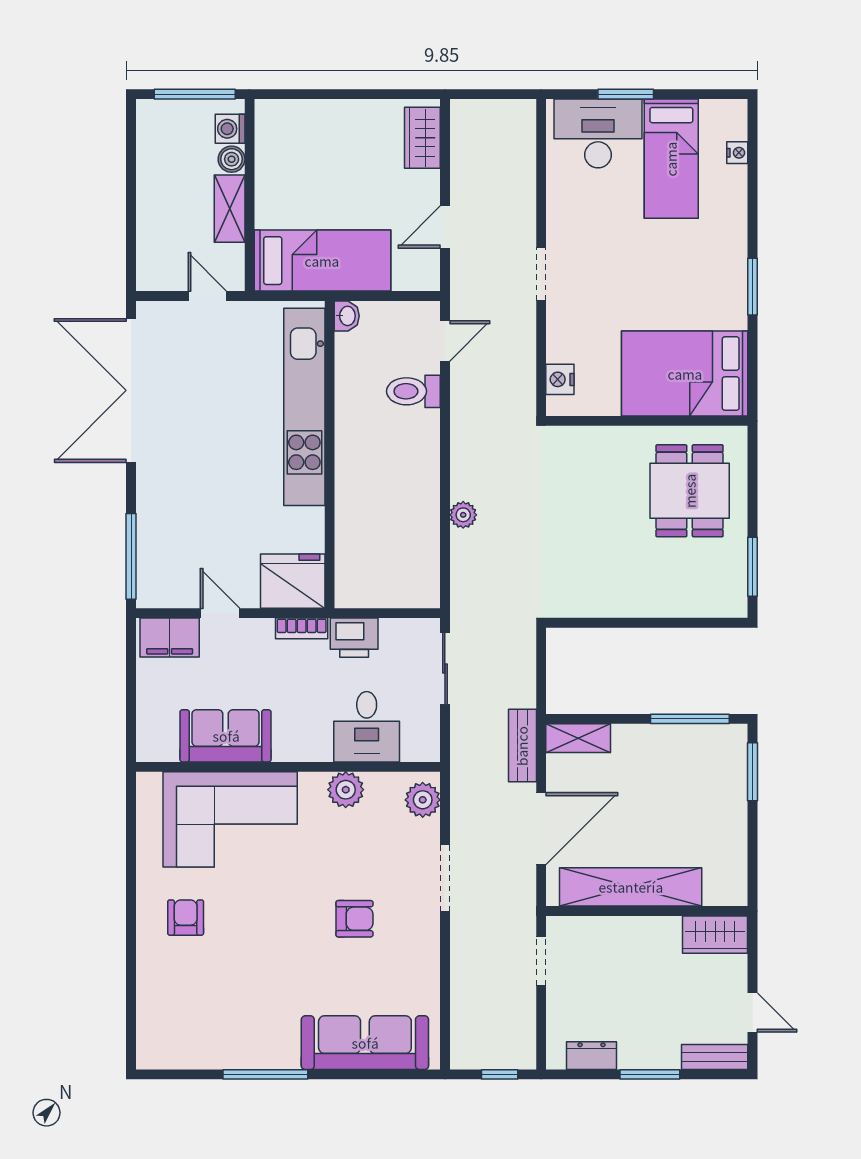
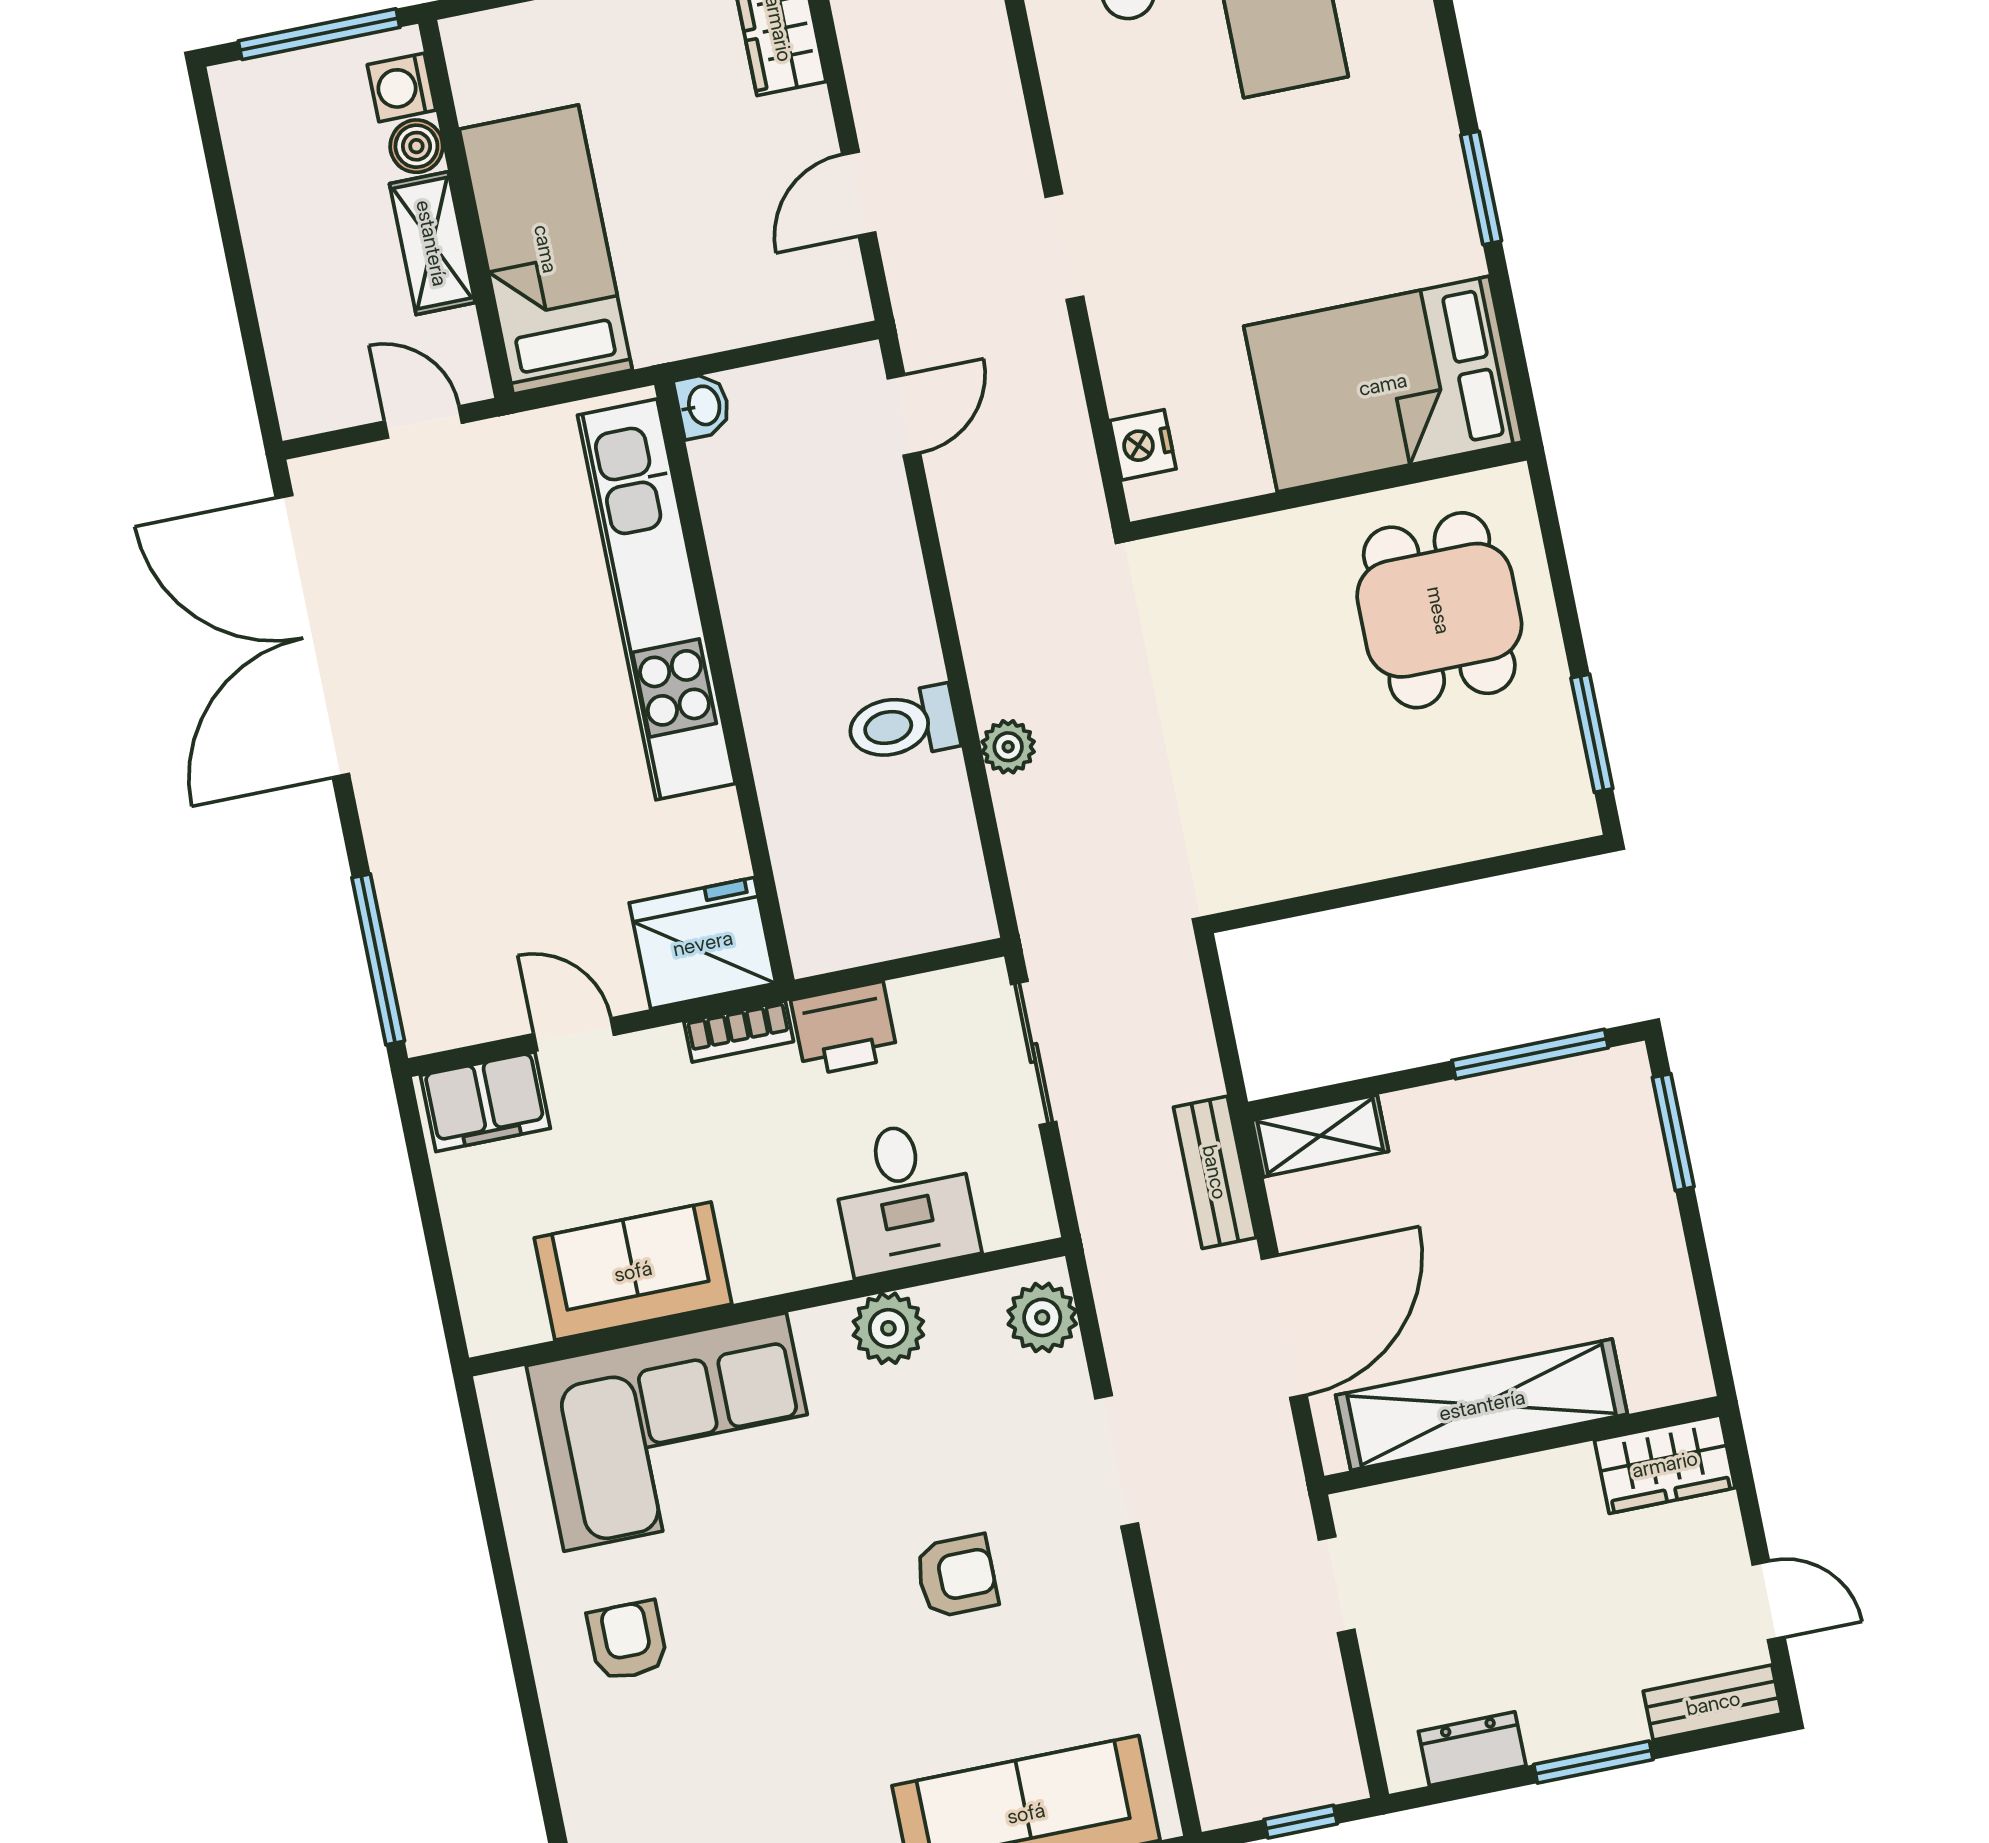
bed: (322, 261) -> (546, 249), moved, turned -90
toilet: (413, 391) -> (903, 725), moved

